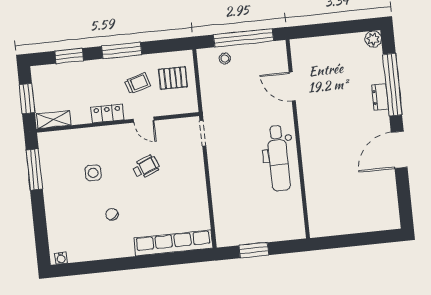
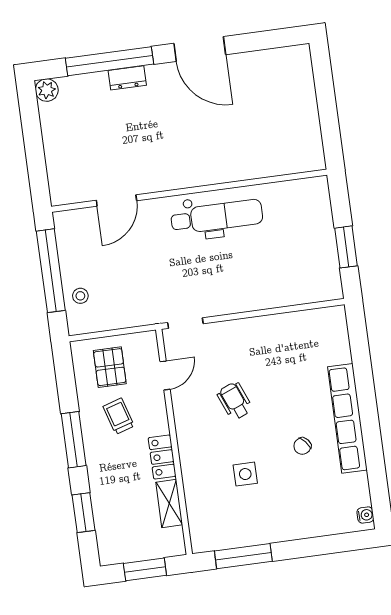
shelving: (54, 120) -> (169, 504), moved
door: (144, 120) -> (165, 375), moved
row of seats: (173, 243) -> (347, 418), moved

